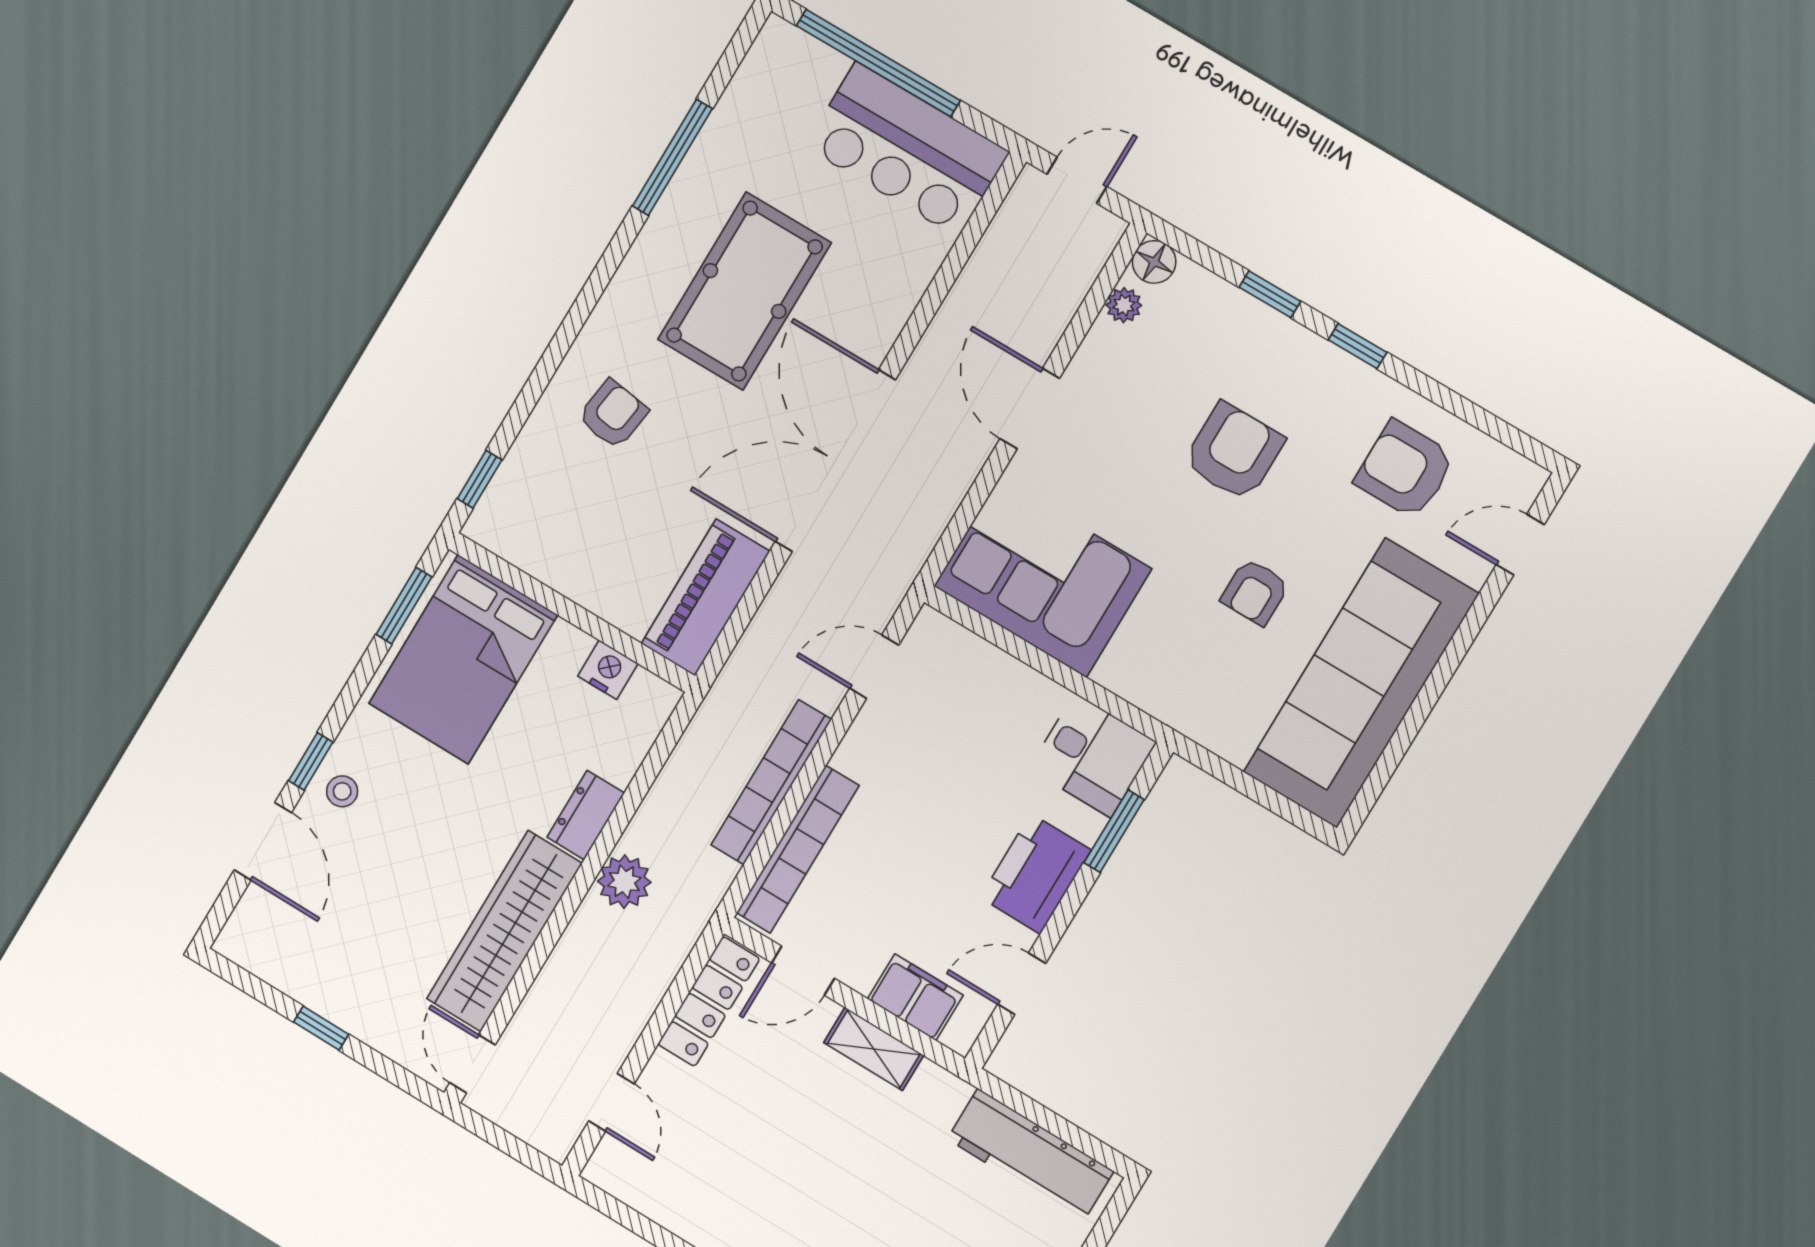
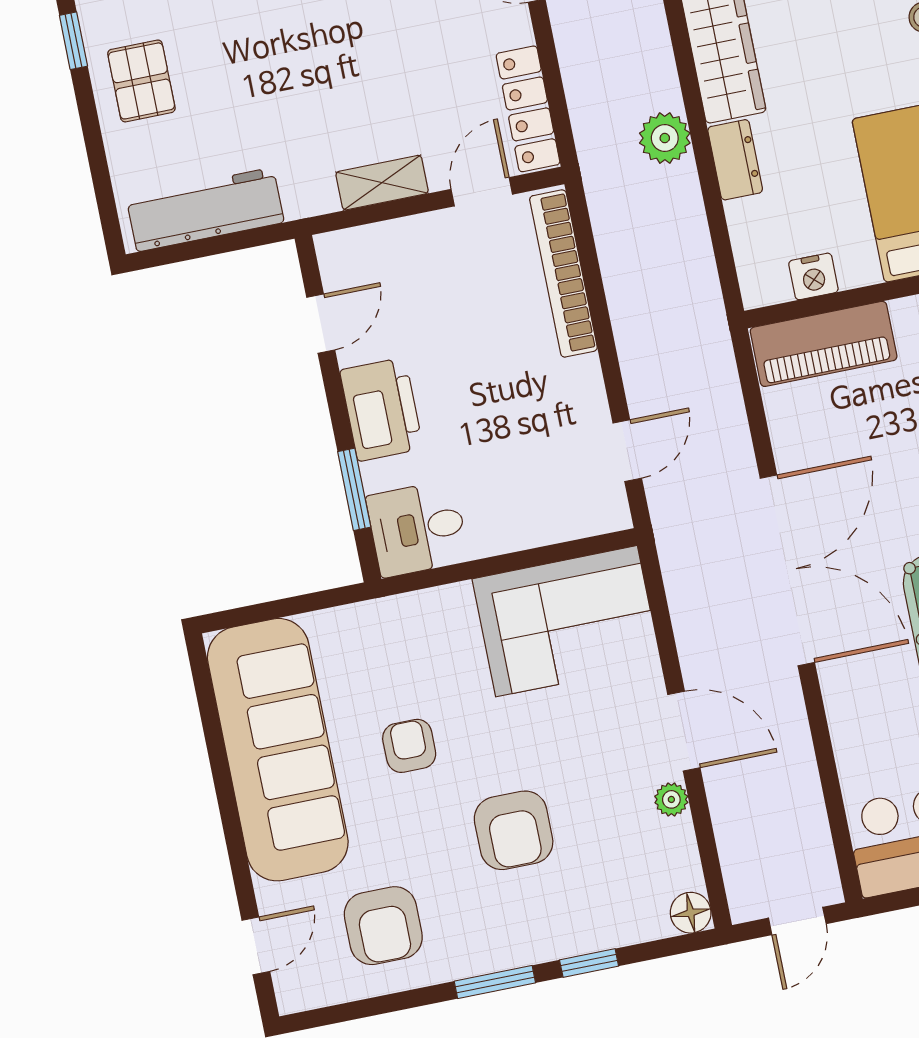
plant: (1124, 305) -> (671, 799), moved
window: (1358, 346) -> (495, 982), width x1.50
armchair: (1405, 470) -> (383, 926), turned 90
piano: (705, 597) -> (824, 344), moved, turned 90
bookcase: (771, 782) -> (625, 303), removed
filing cabinet: (915, 997) -> (386, 246), removed

